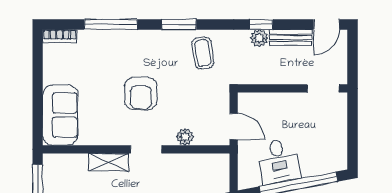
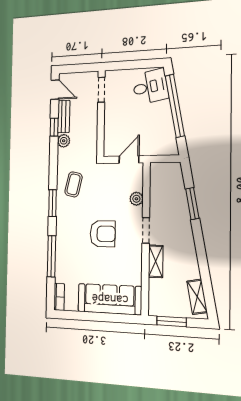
window: (261, 24) -> (54, 127), moved
coffee table: (203, 53) -> (74, 184), turned -69
sofa: (60, 115) -> (110, 299), width x1.36
desk: (279, 161) -> (150, 87), moved

